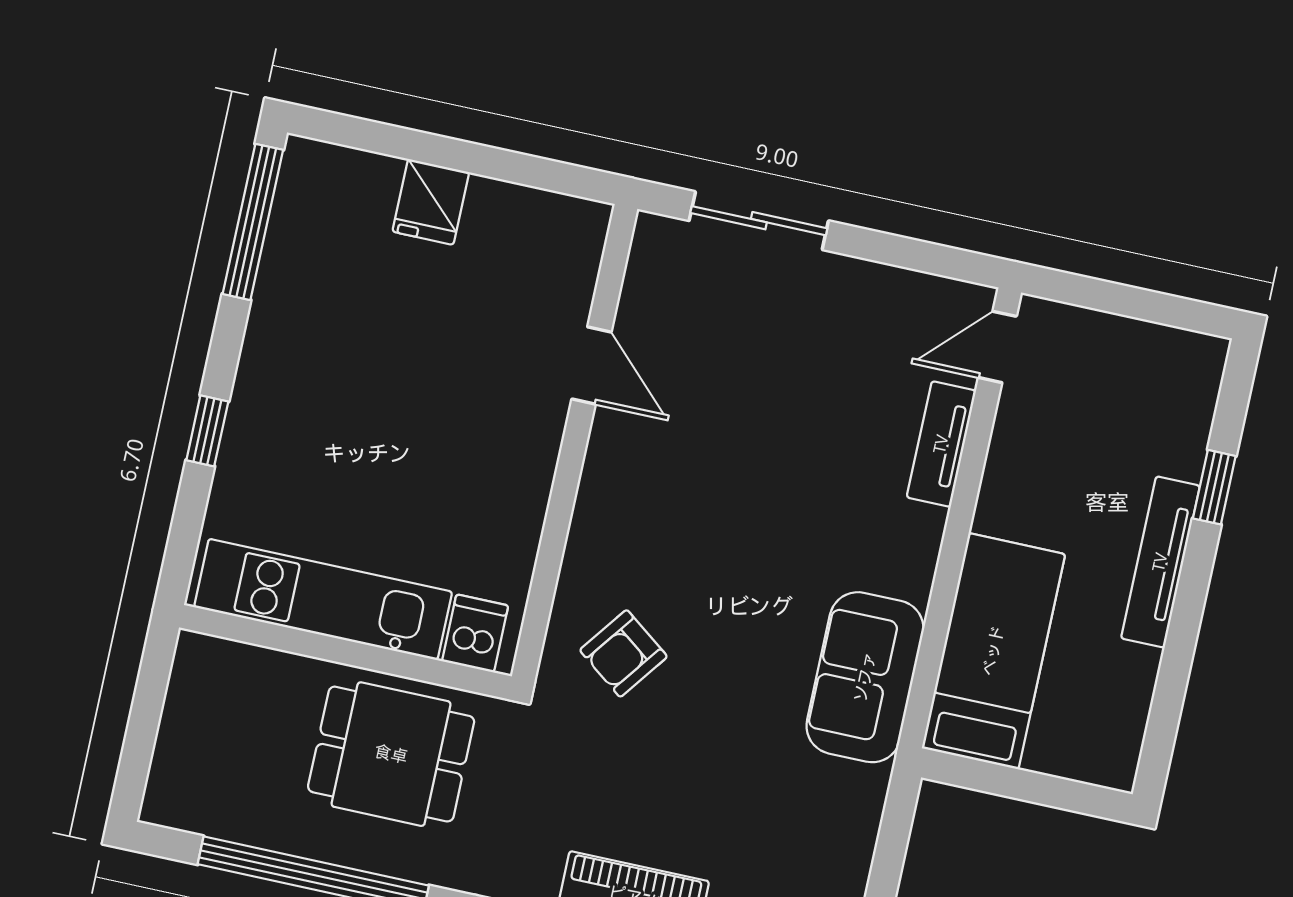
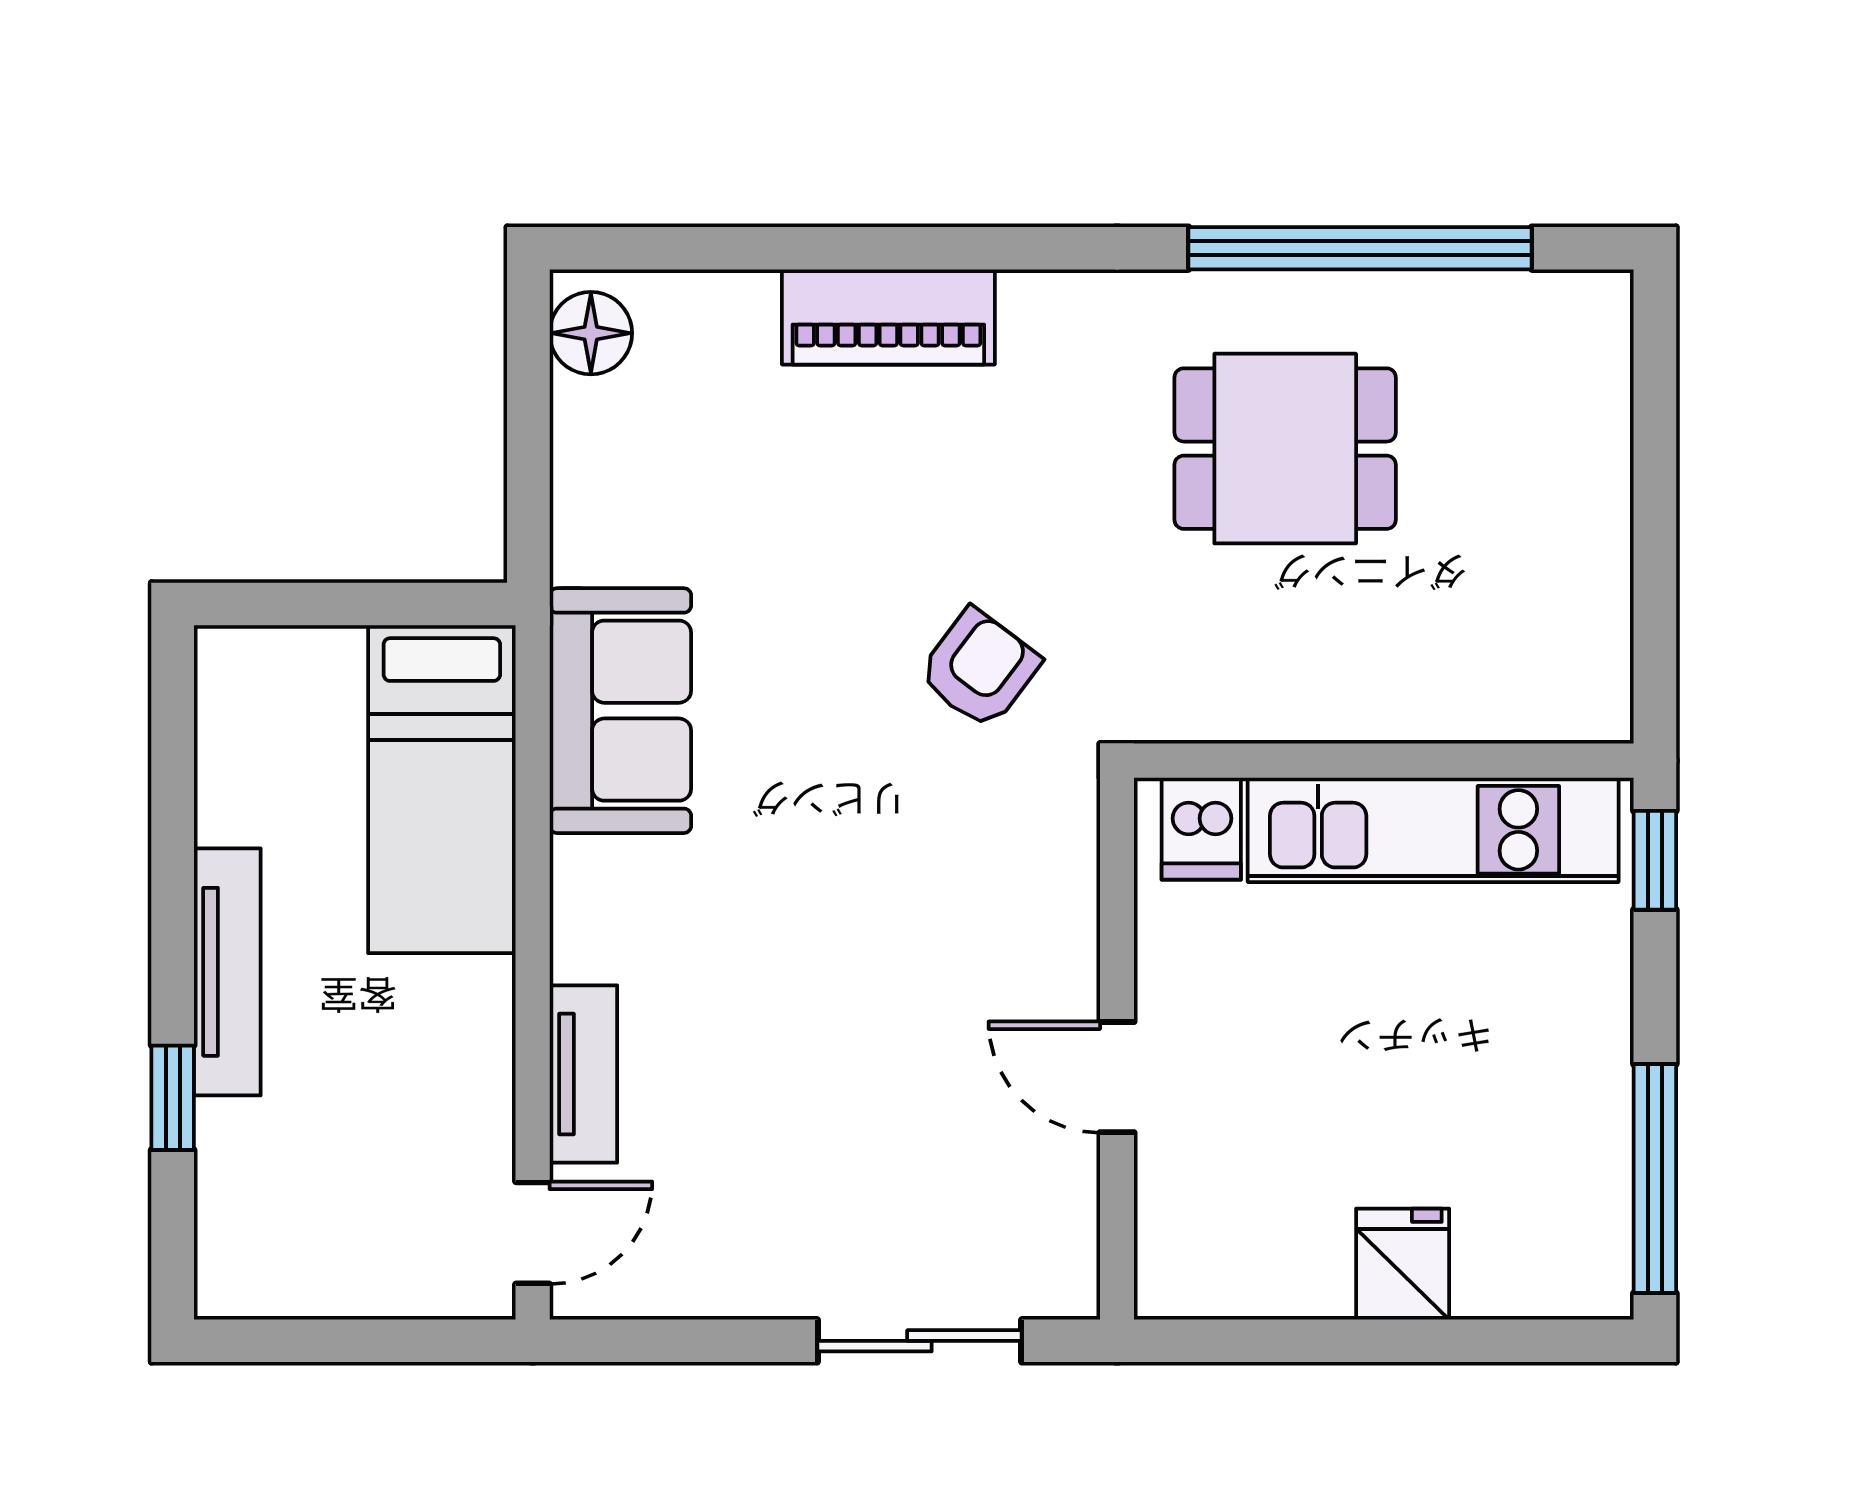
kitchen unit: (323, 599) -> (1433, 830), moved
dishwasher: (475, 633) -> (1201, 829), moved
wall: (346, 652) -> (1384, 761), moved

